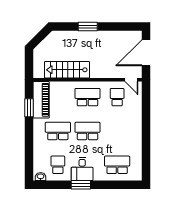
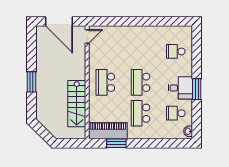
school desk: (117, 97) -> (105, 51), removed
school desk: (117, 165) -> (176, 51), width x0.54

